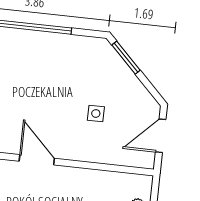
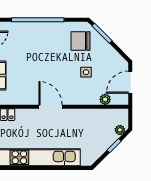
chair: (93, 66) -> (81, 41), added
plant: (120, 158) -> (105, 99), added

